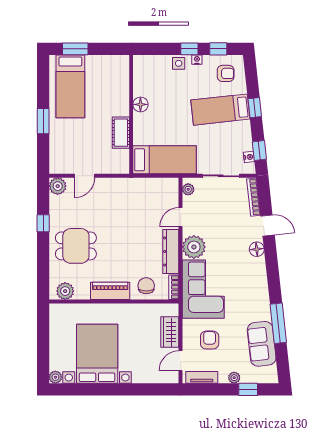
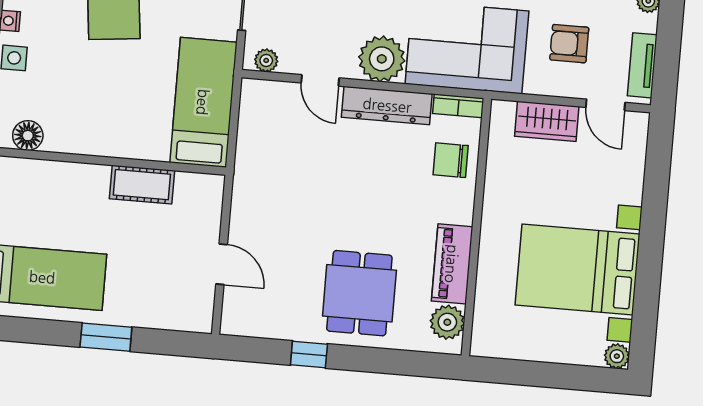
floor lamp: (140, 104) -> (28, 136), moved
plant: (58, 186) -> (237, 319), removed
piano: (110, 291) -> (452, 264), moved

